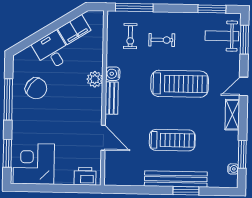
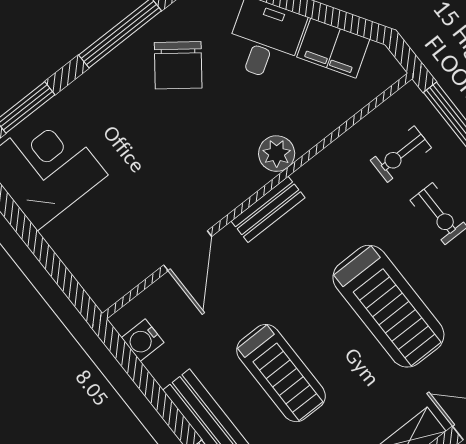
water cooler: (113, 74) -> (143, 340), moved, turned -90
printer: (85, 176) -> (96, 274), removed

